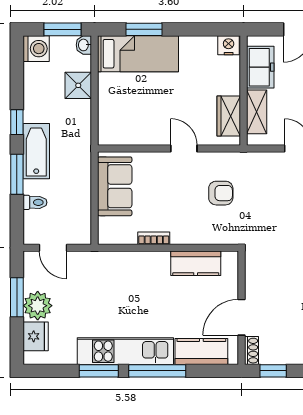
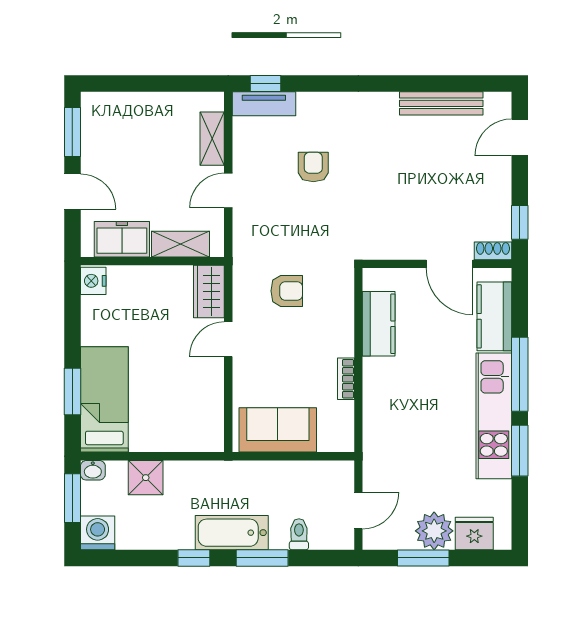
wardrobe: (229, 116) -> (209, 292), moved, turned 90
armchair: (221, 193) -> (287, 291), turned 90

